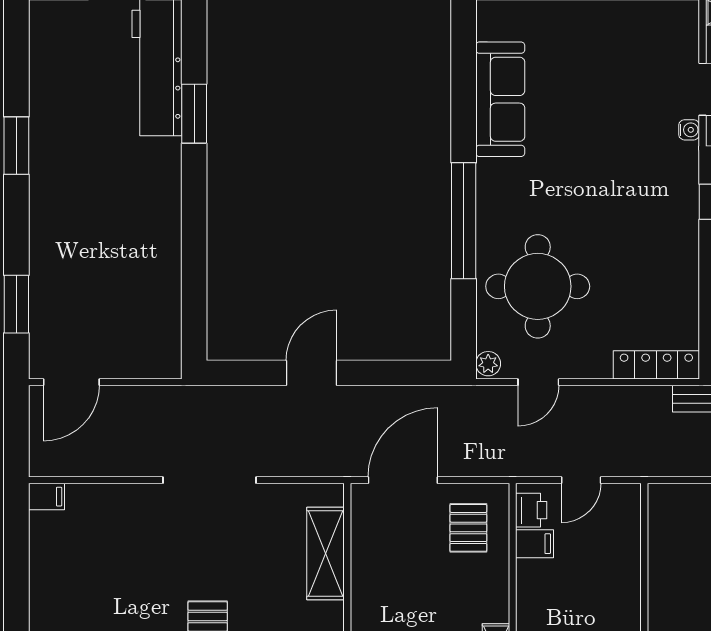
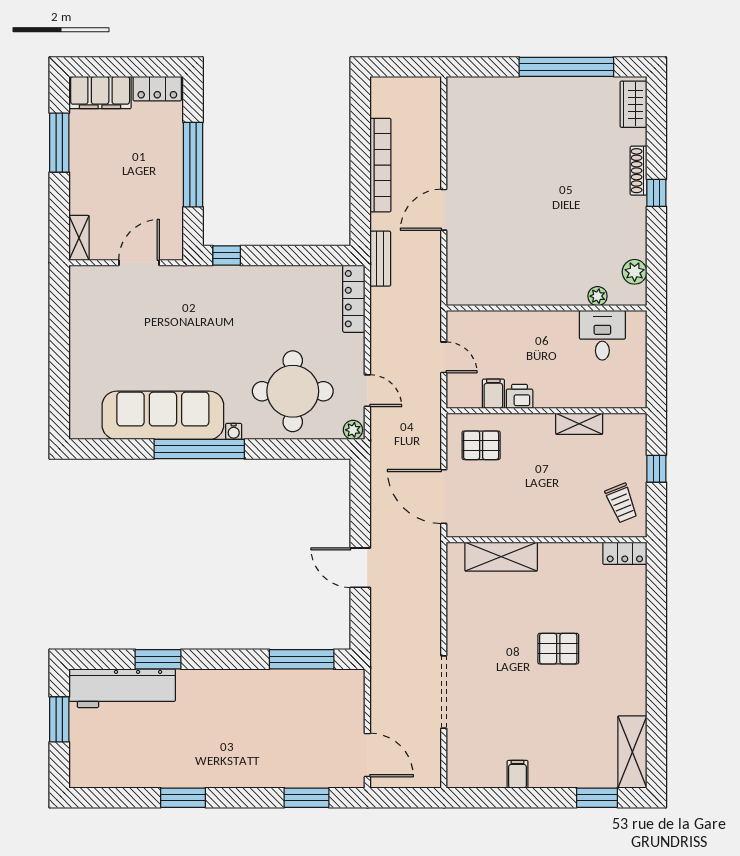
sofa: (500, 99) -> (163, 415), width x1.36, depth x1.27
water cooler: (689, 130) -> (234, 431), moved, turned 180
window: (464, 221) -> (199, 449), moved
window: (194, 298) -> (302, 659), added
doorway: (210, 480) -> (444, 692), moved
filing cabinet: (47, 497) -> (517, 774), moved
printer: (531, 510) -> (520, 396), moved

